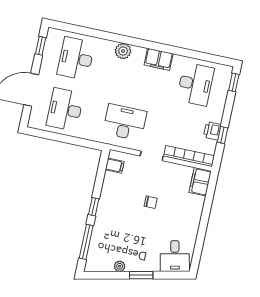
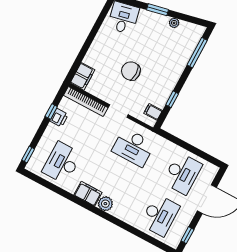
plant: (123, 51) -> (105, 204), moved
chair: (151, 202) -> (131, 71), width x1.87, depth x1.87
window: (94, 207) -> (172, 99), moved

